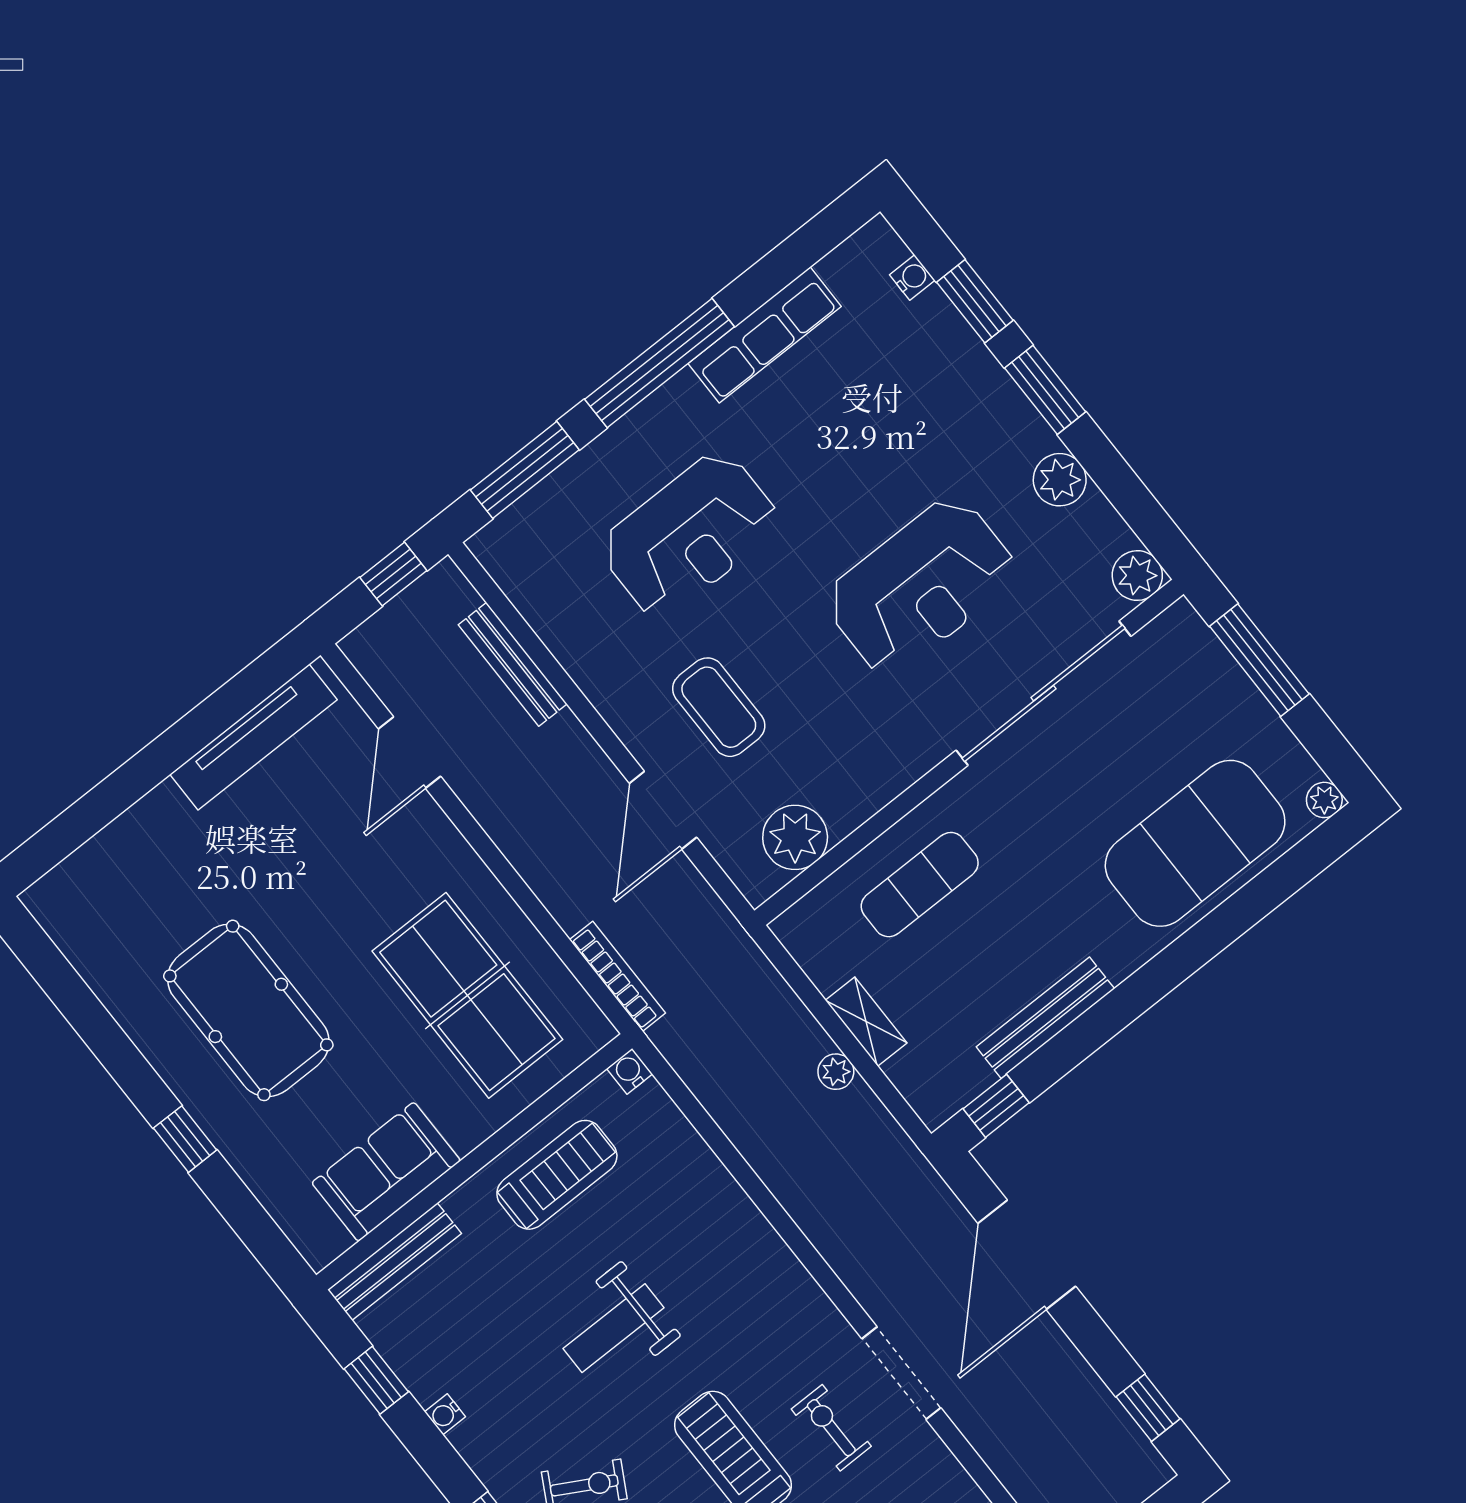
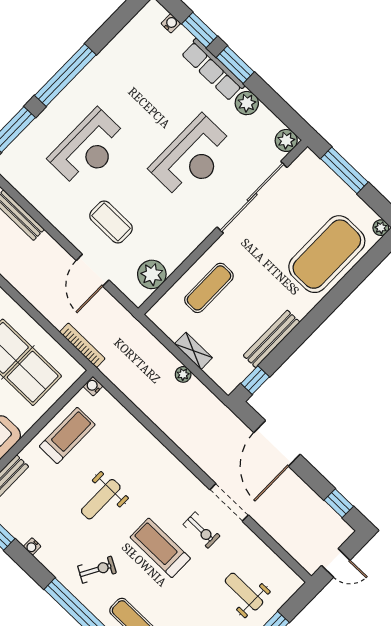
row of seats: (765, 335) -> (213, 70), moved, turned 90
exercise bike: (831, 1428) -> (202, 530), turned 180

